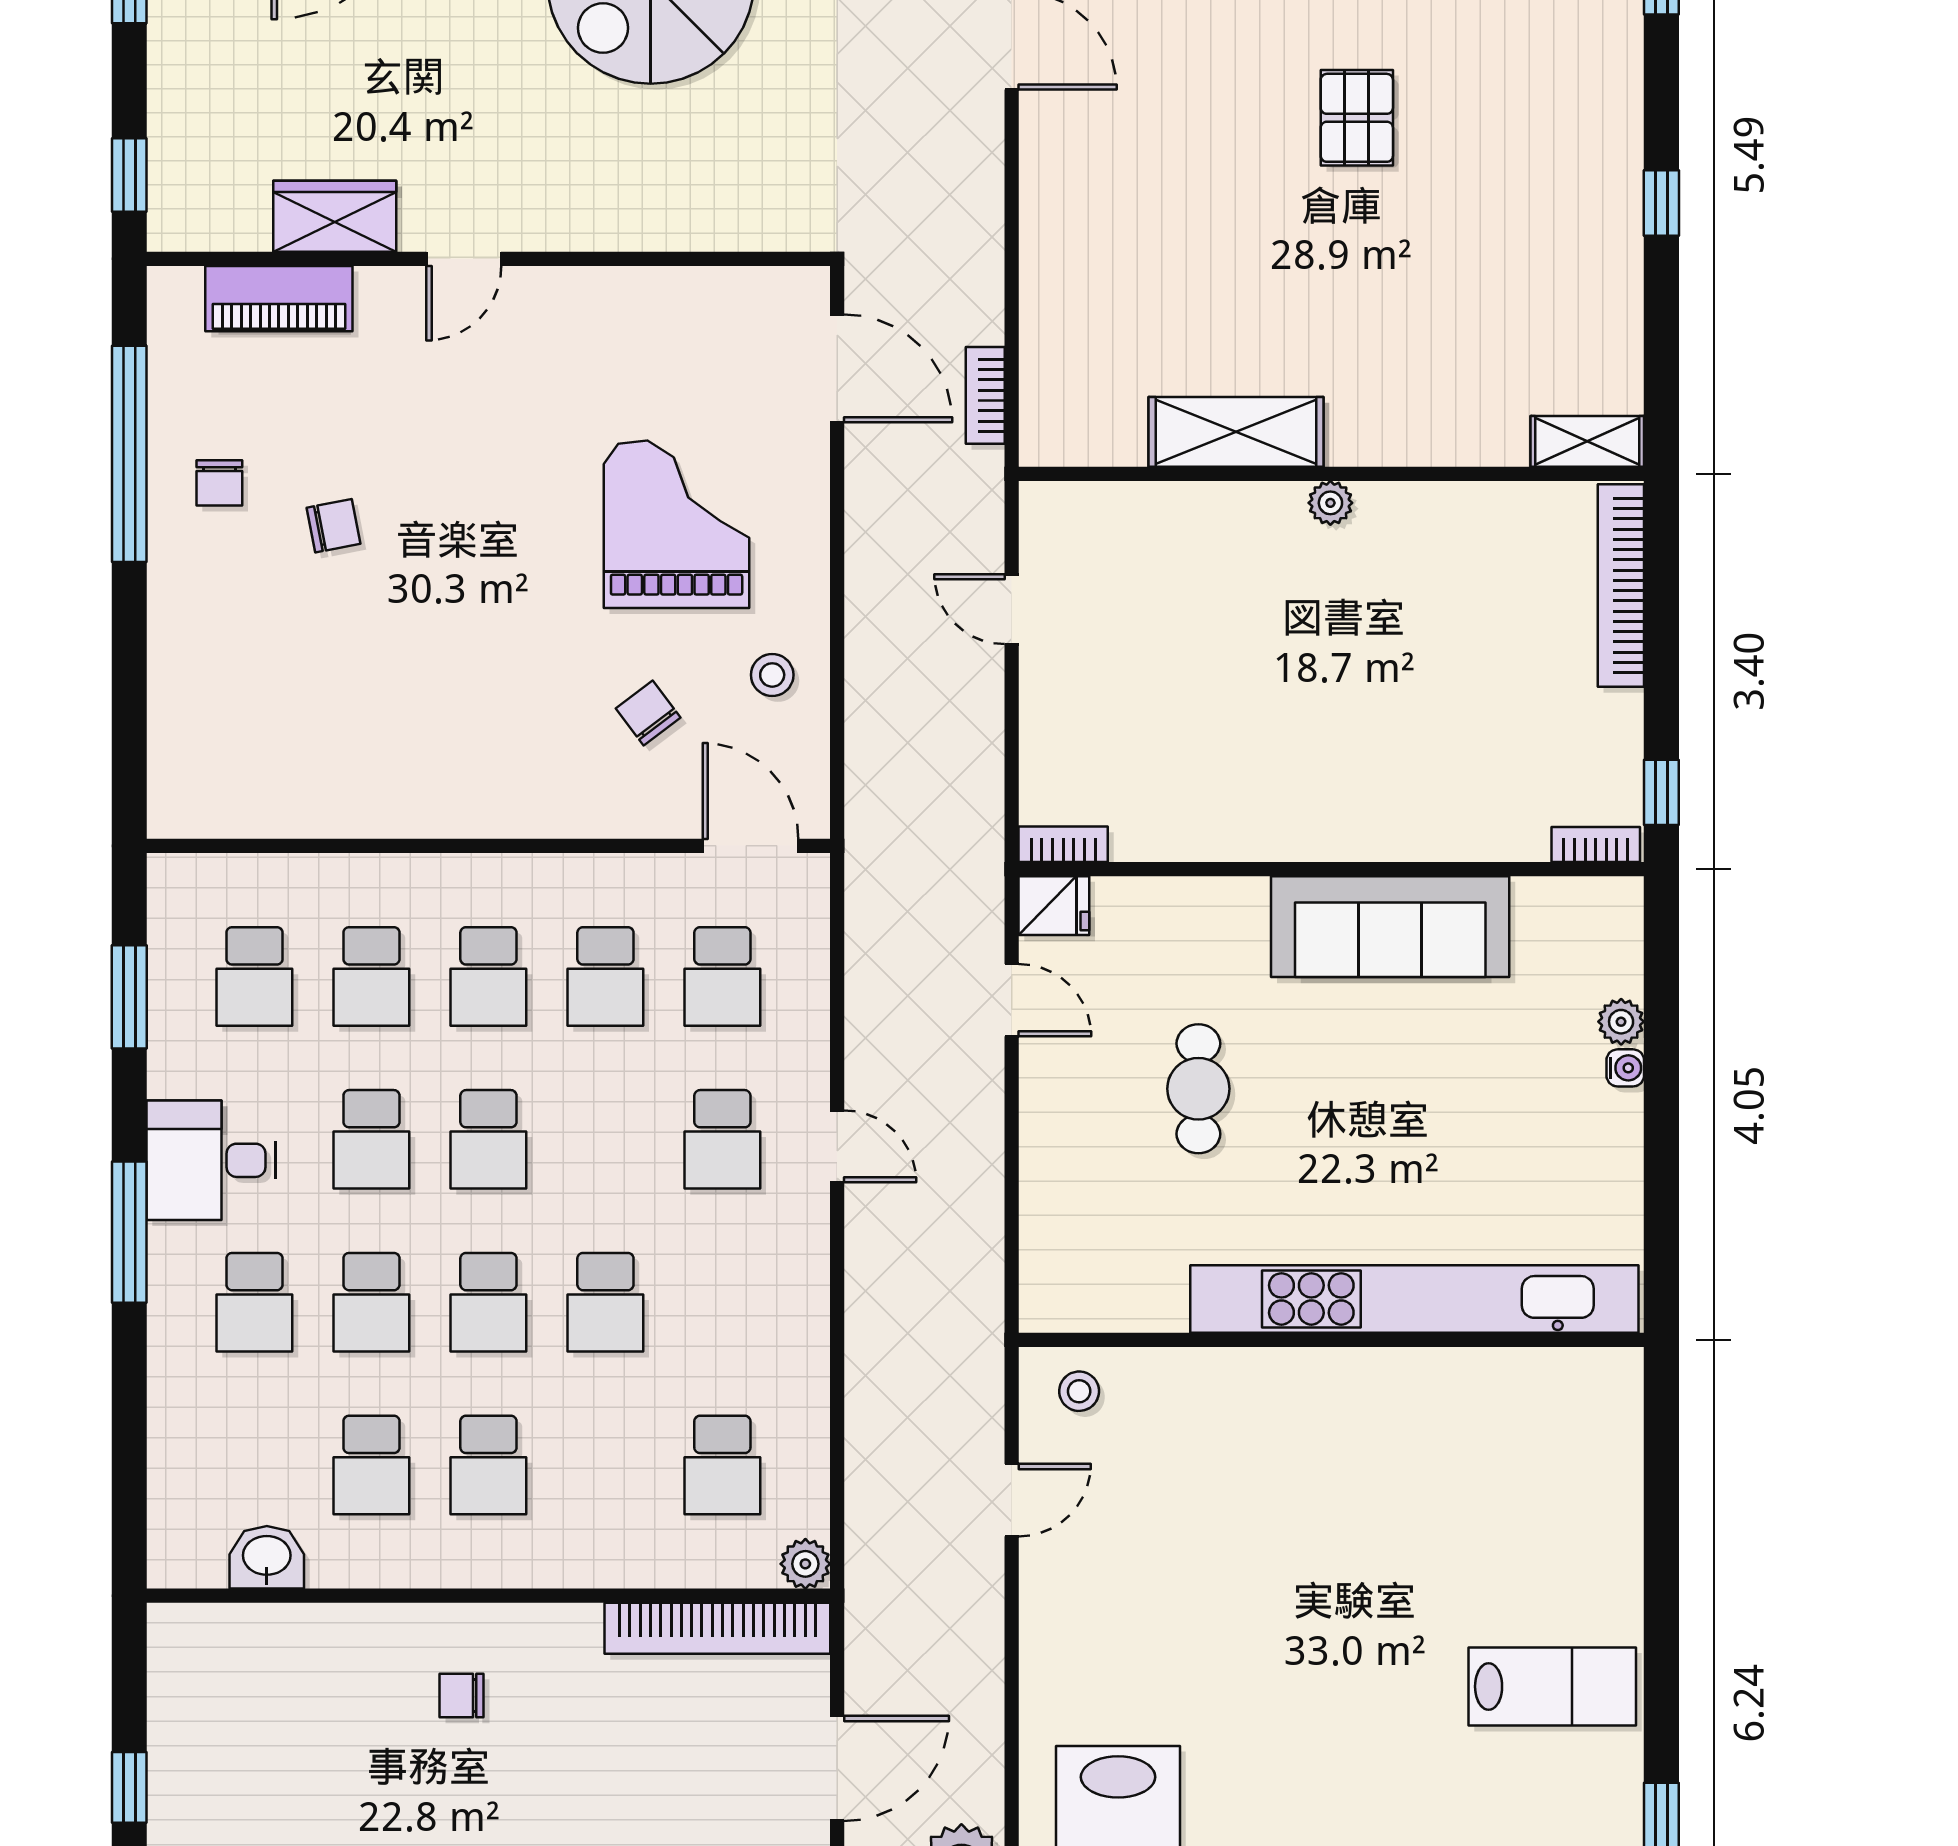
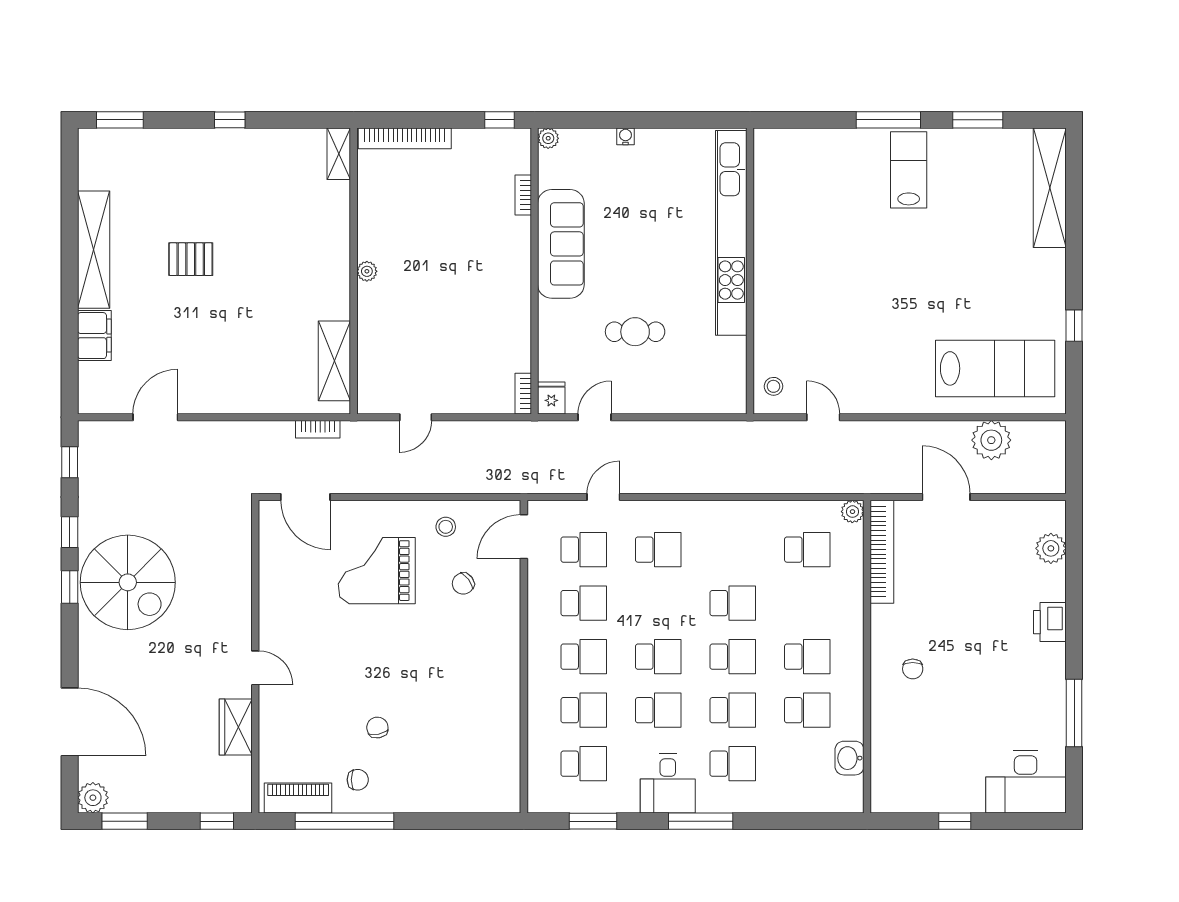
piano: (279, 299) -> (298, 798), moved, turned -90
door: (837, 368) -> (305, 497), swing flipped
shelving: (1236, 432) -> (334, 361), moved
bookcase: (1596, 844) -> (523, 195), moved
plant: (1621, 1022) -> (548, 138), moved
door: (837, 1146) -> (603, 497), moved
window: (1661, 1642) -> (888, 120), added

